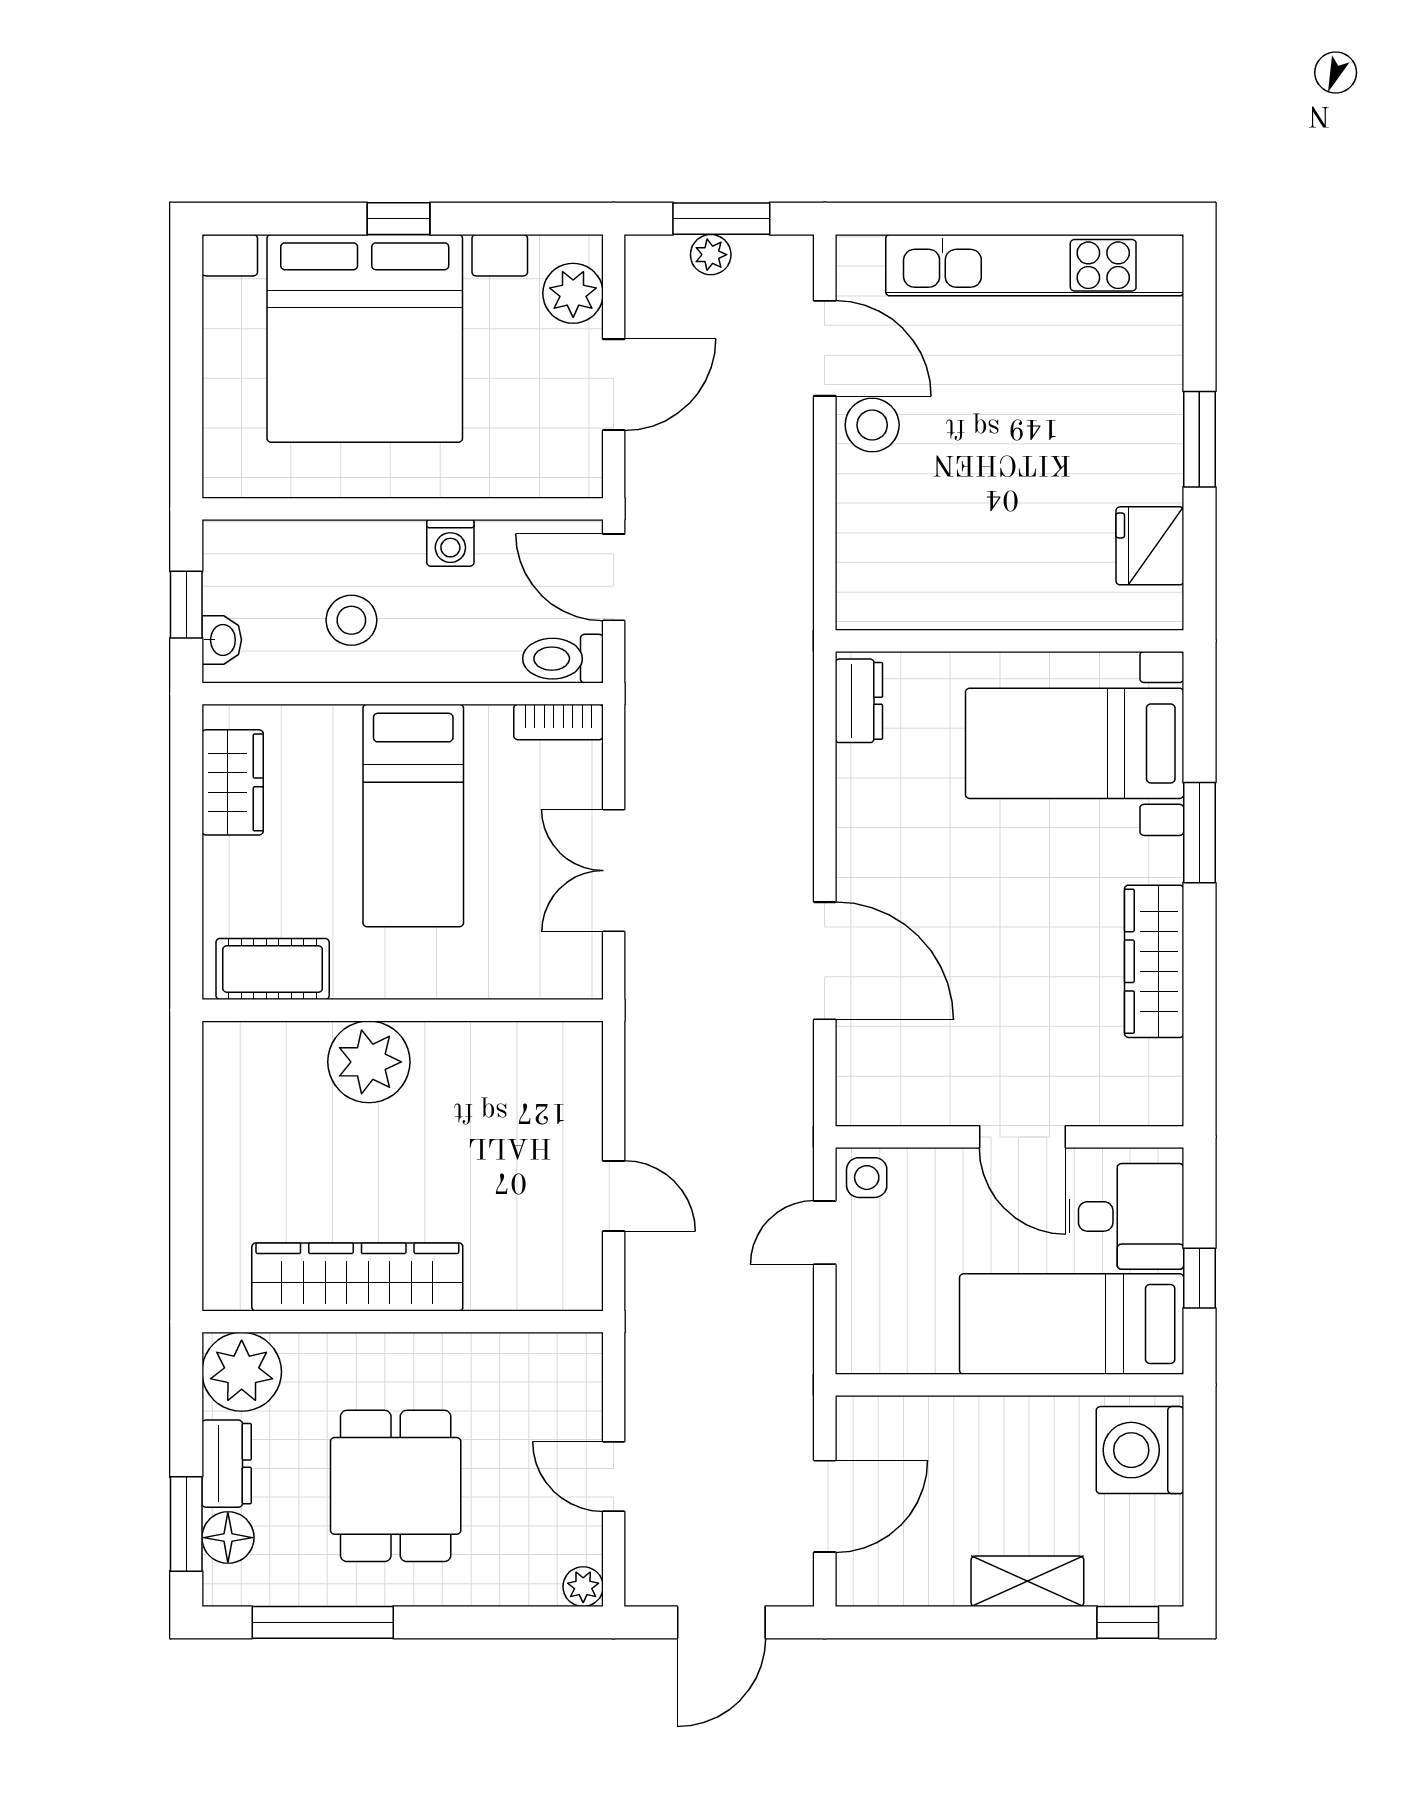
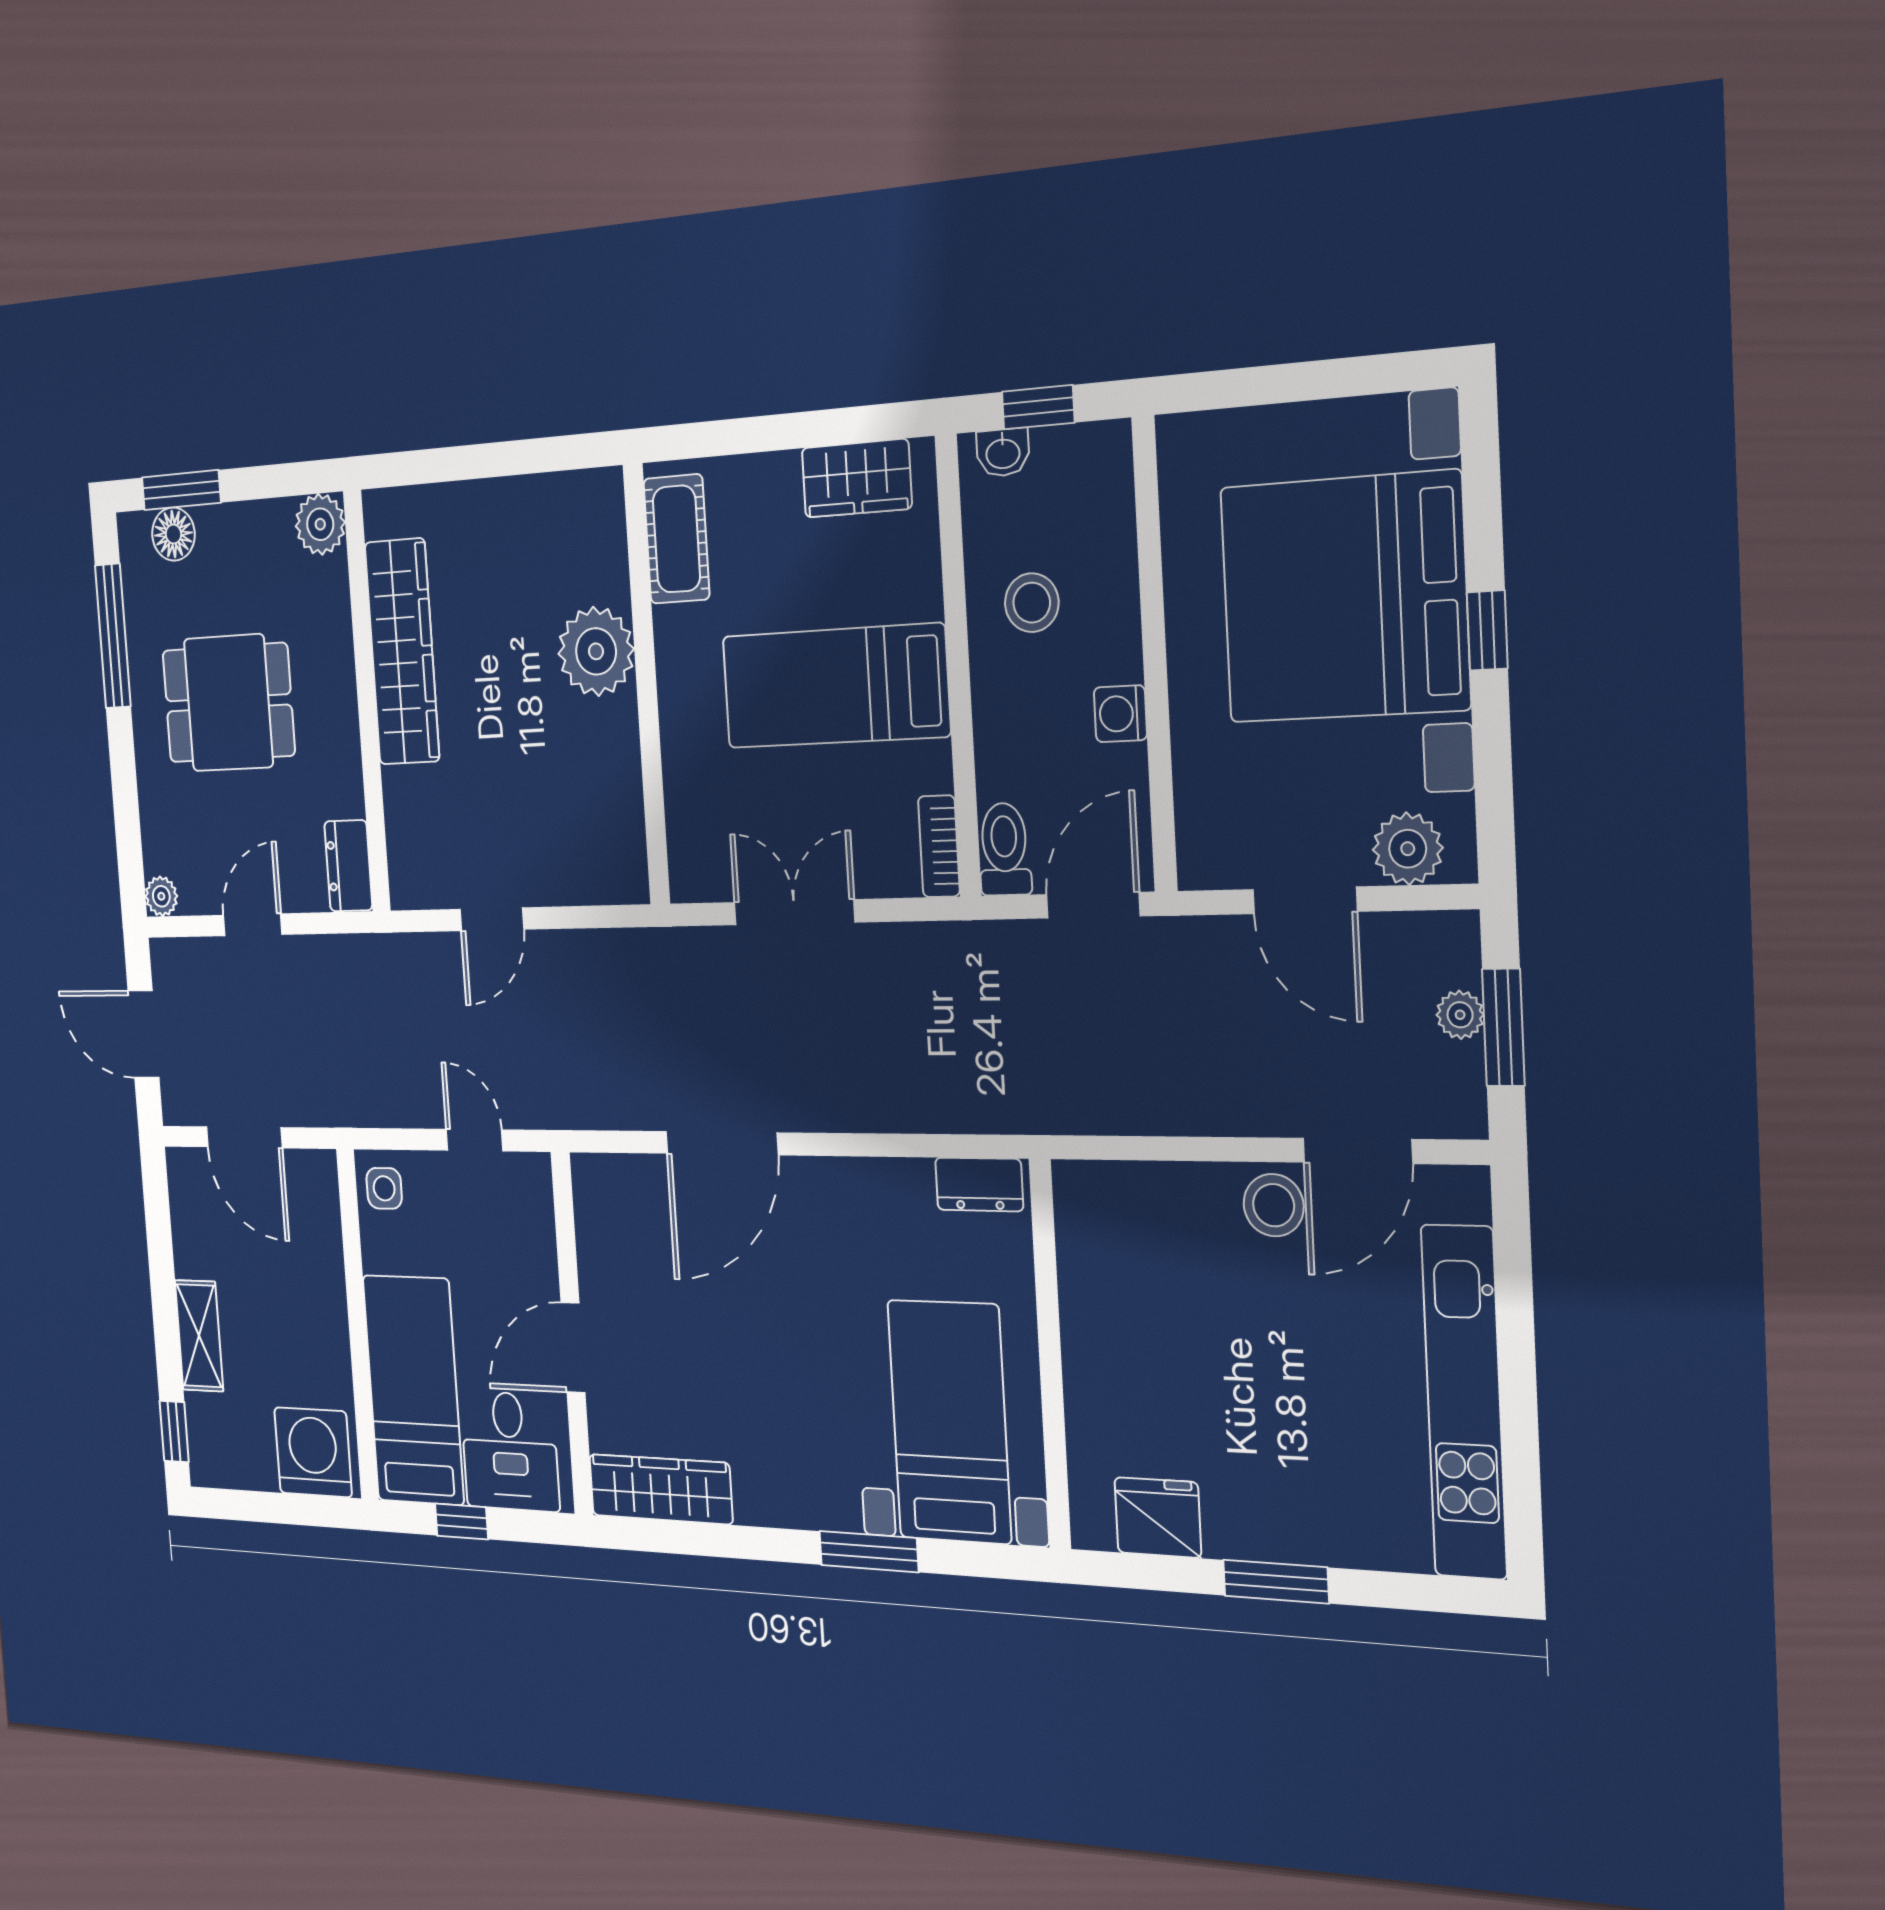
wardrobe: (1154, 961) -> (661, 1489), moved
side table: (867, 1178) -> (384, 1188), moved
plant: (242, 1372) -> (320, 524), width x0.73, depth x0.73
dresser: (227, 1464) -> (348, 866), moved, turned 90

